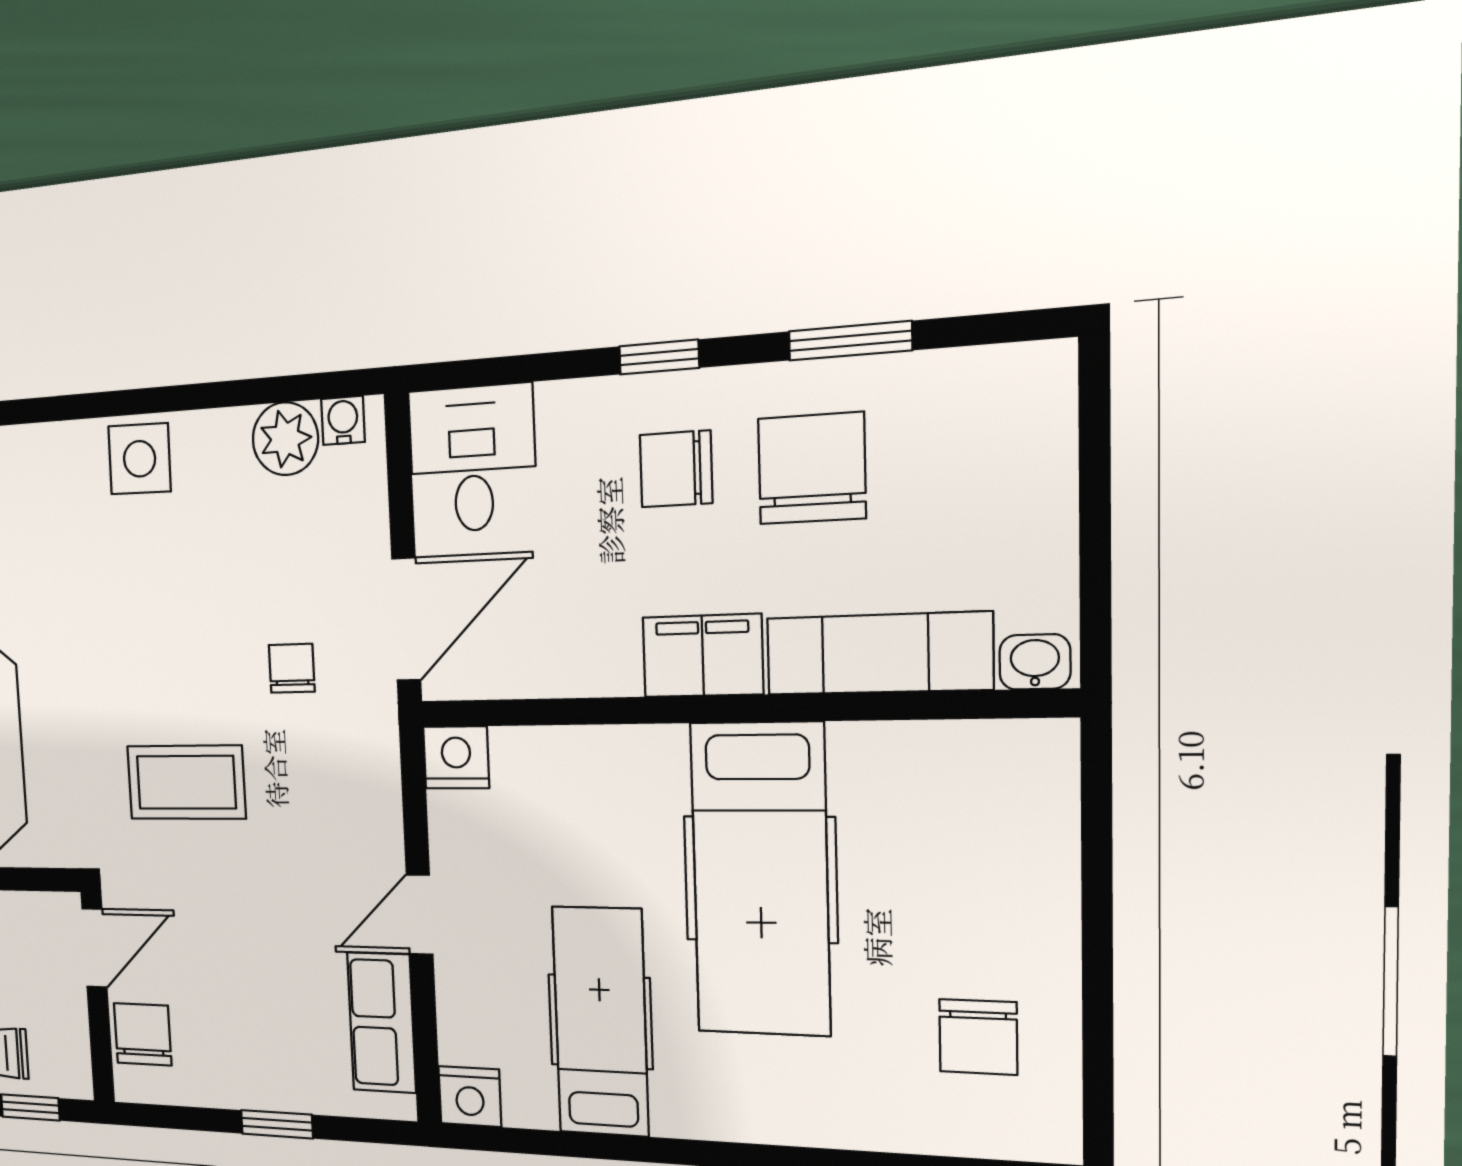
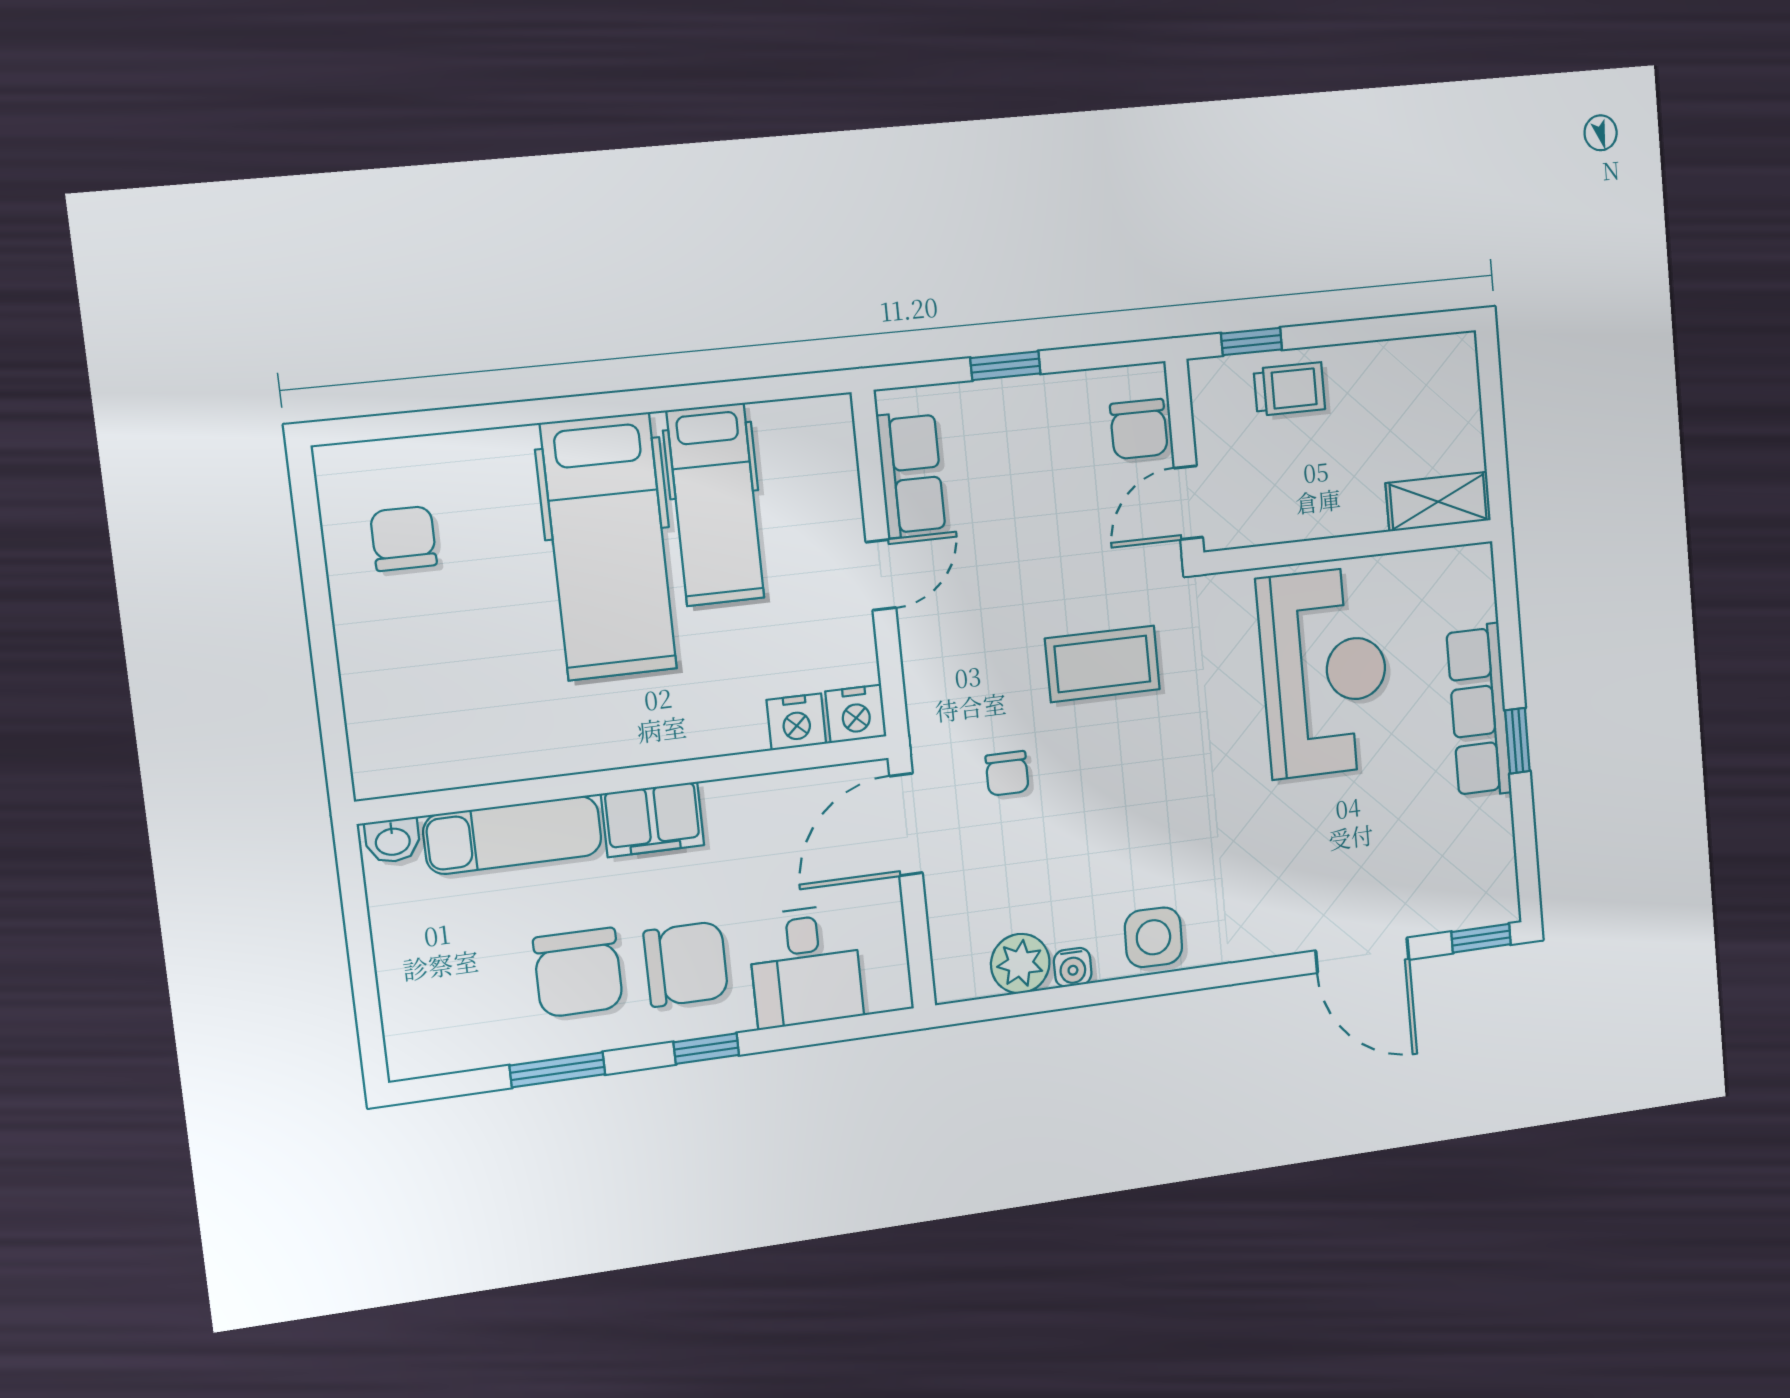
water cooler: (343, 421) -> (1073, 967), moved
desk: (472, 459) -> (805, 966), moved
chair: (676, 469) -> (686, 964), width x1.37, depth x1.37
hospital bed: (760, 879) -> (609, 547), moved, turned 180
nightstand: (470, 1096) -> (796, 722), moved, turned 180

